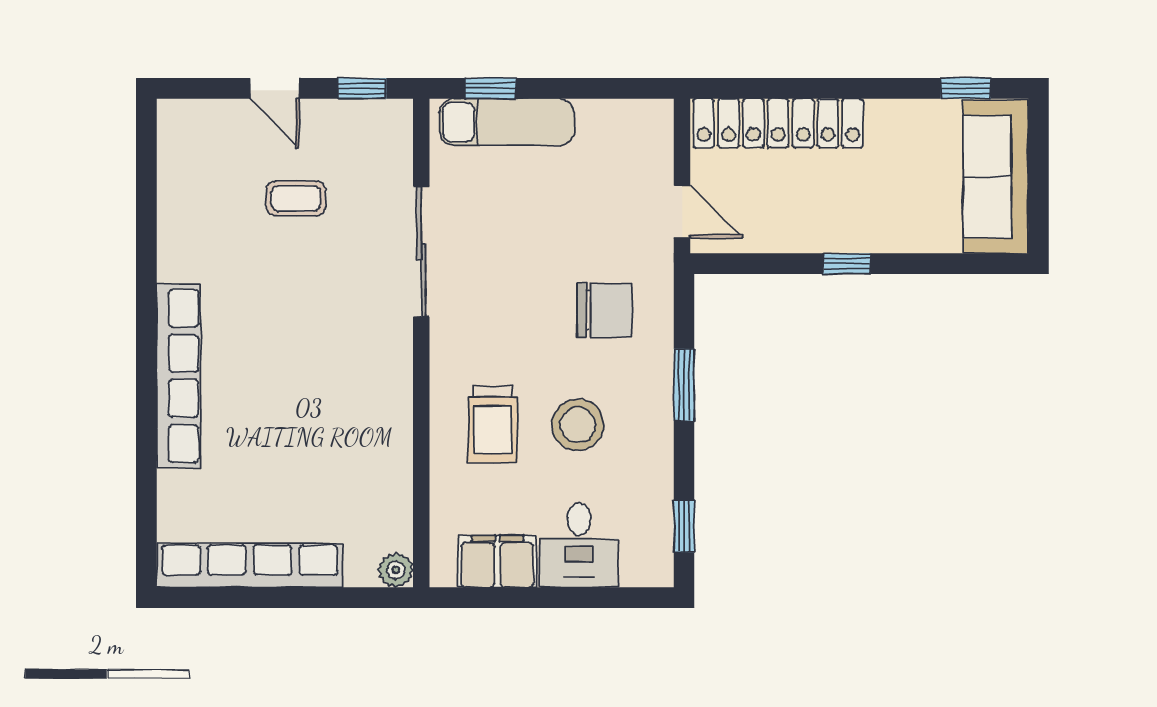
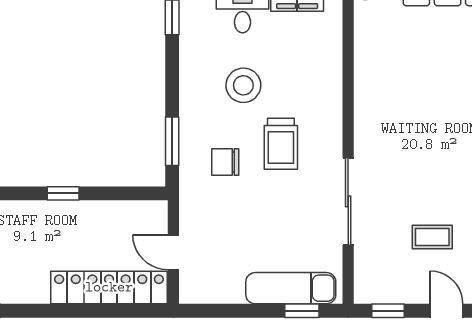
door: (682, 212) -> (173, 252), moved
chair: (605, 310) -> (225, 162), width x0.73, depth x0.73
window: (684, 385) -> (172, 141), moved
trolley: (493, 424) -> (281, 144), moved, turned 180

